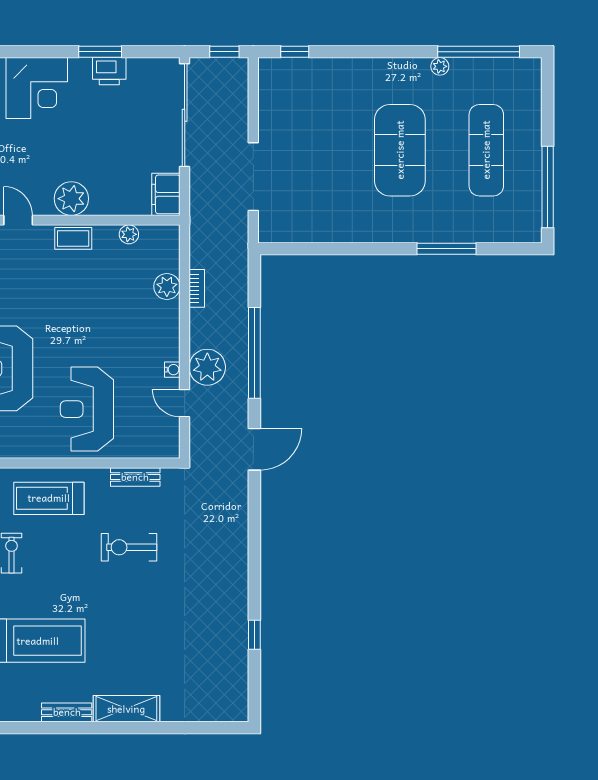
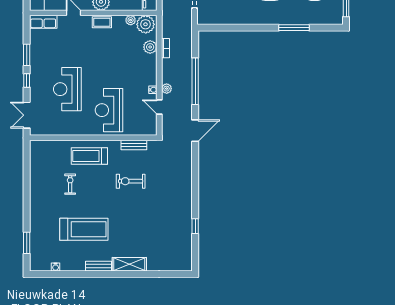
plant: (158, 242) -> (146, 24), added
plant: (207, 367) -> (167, 89), width x0.53, depth x0.53

